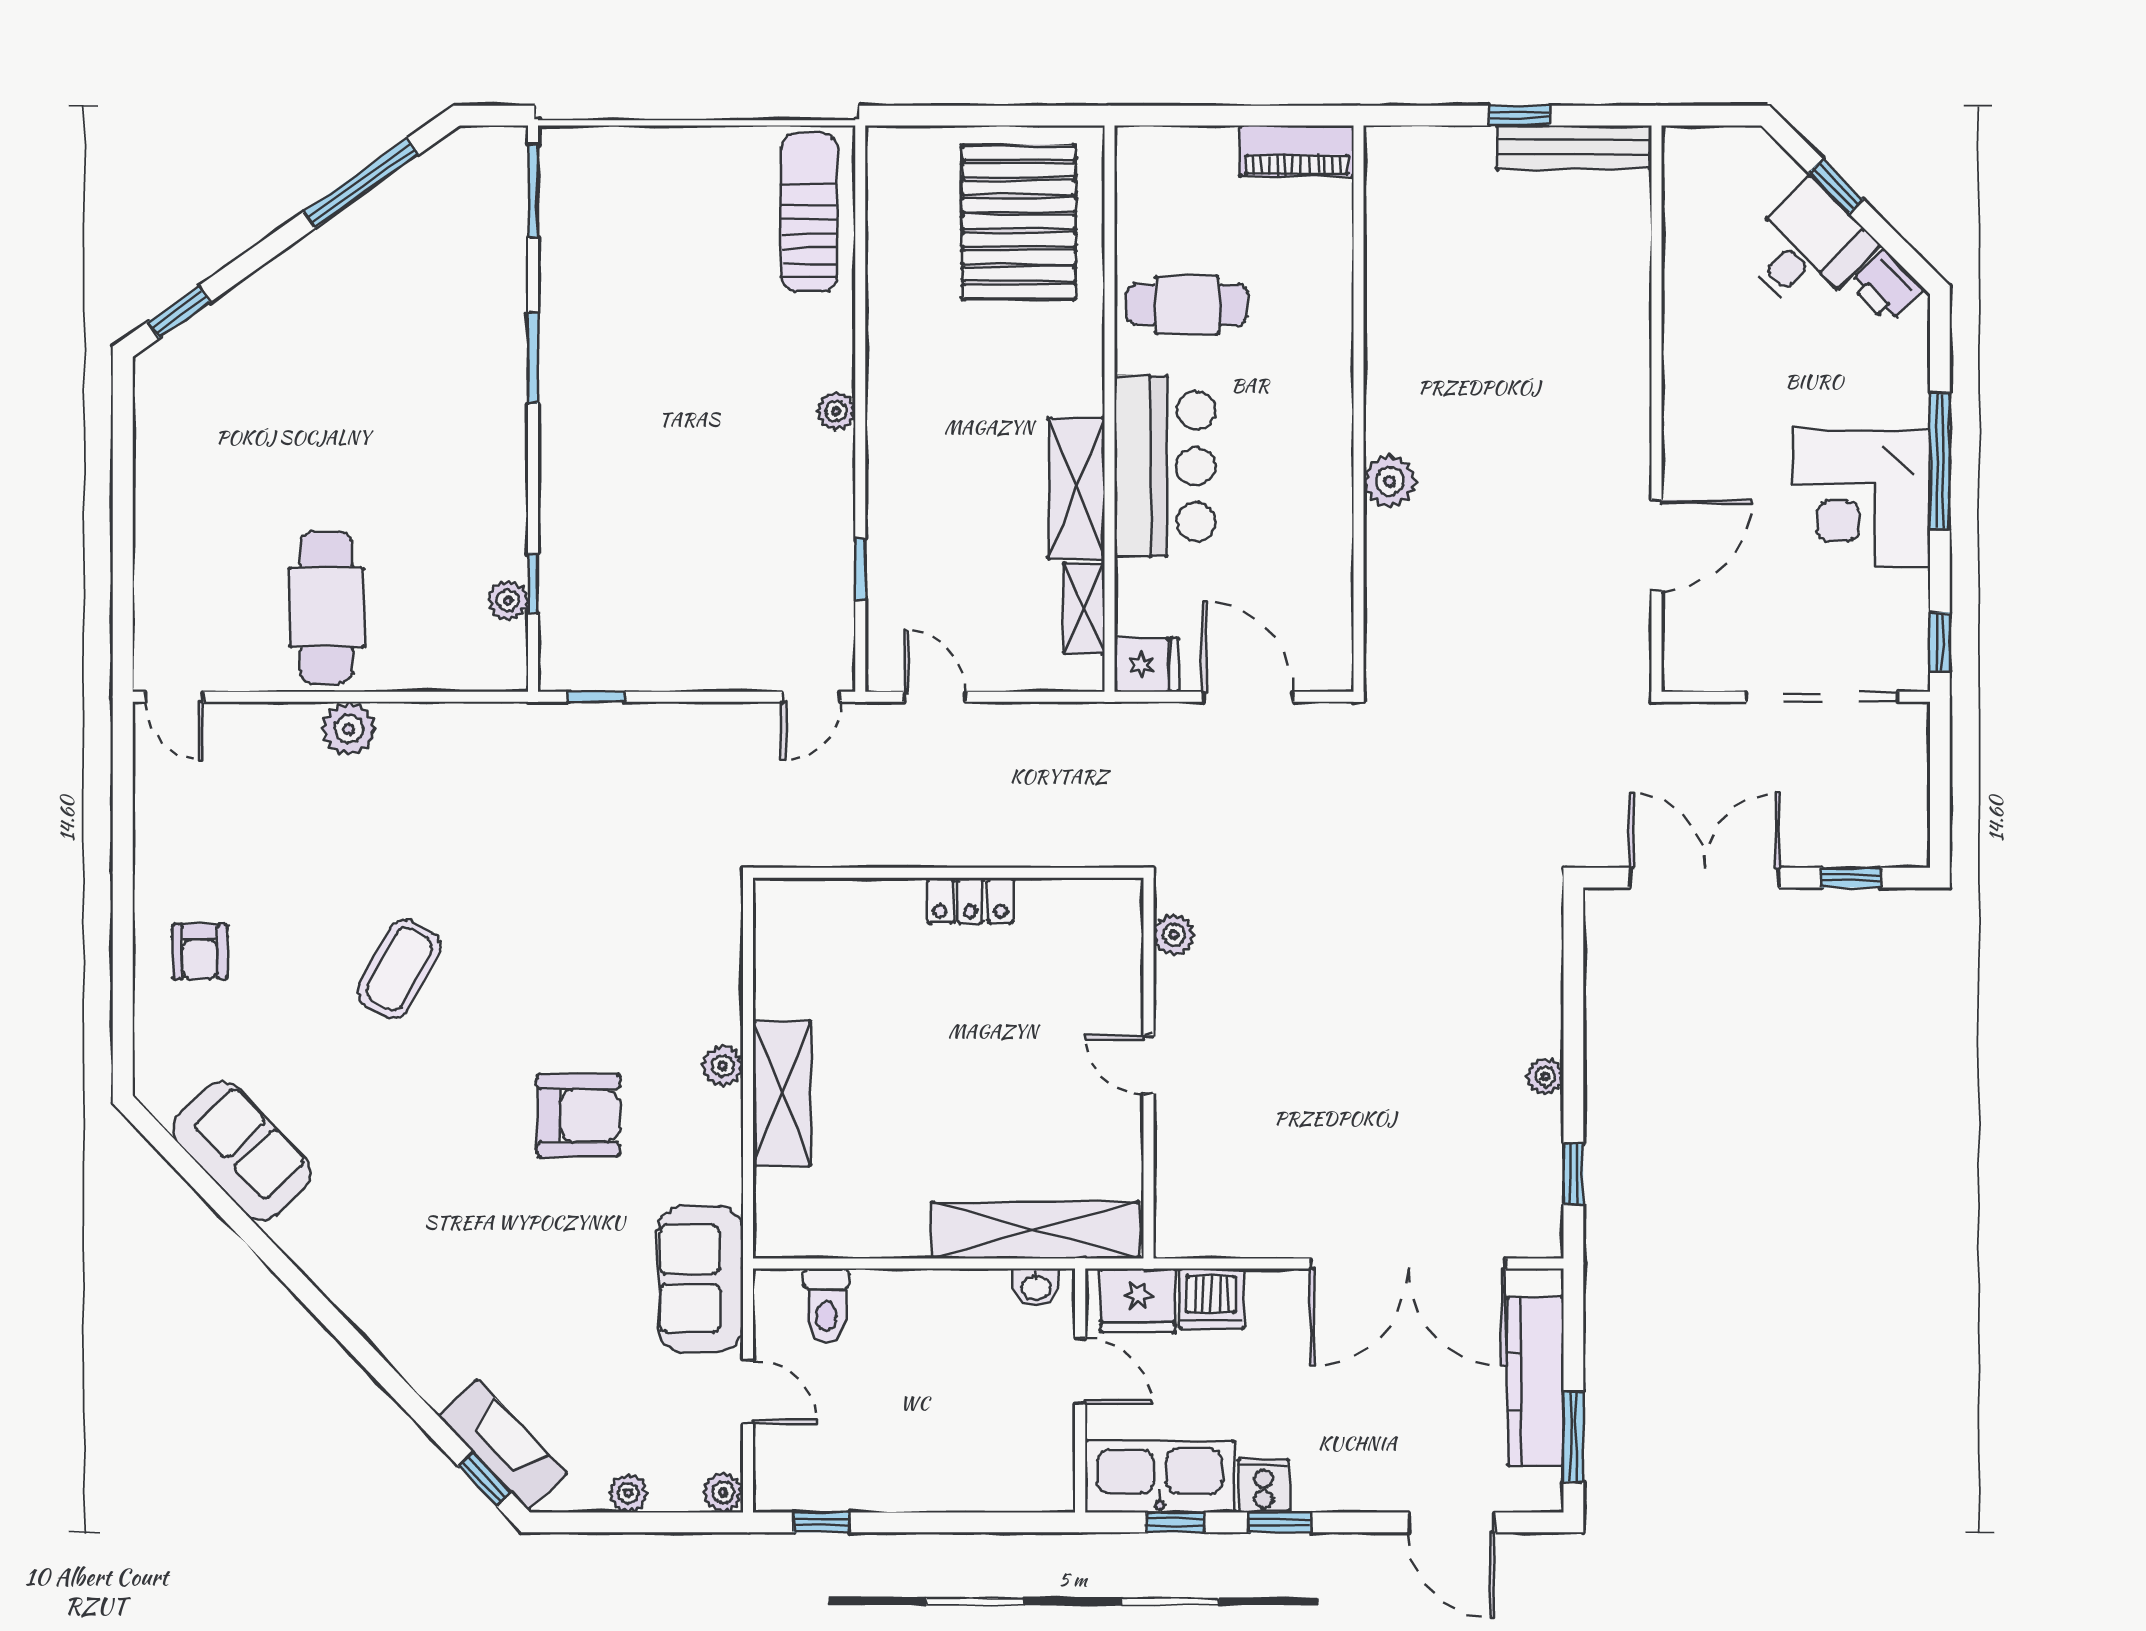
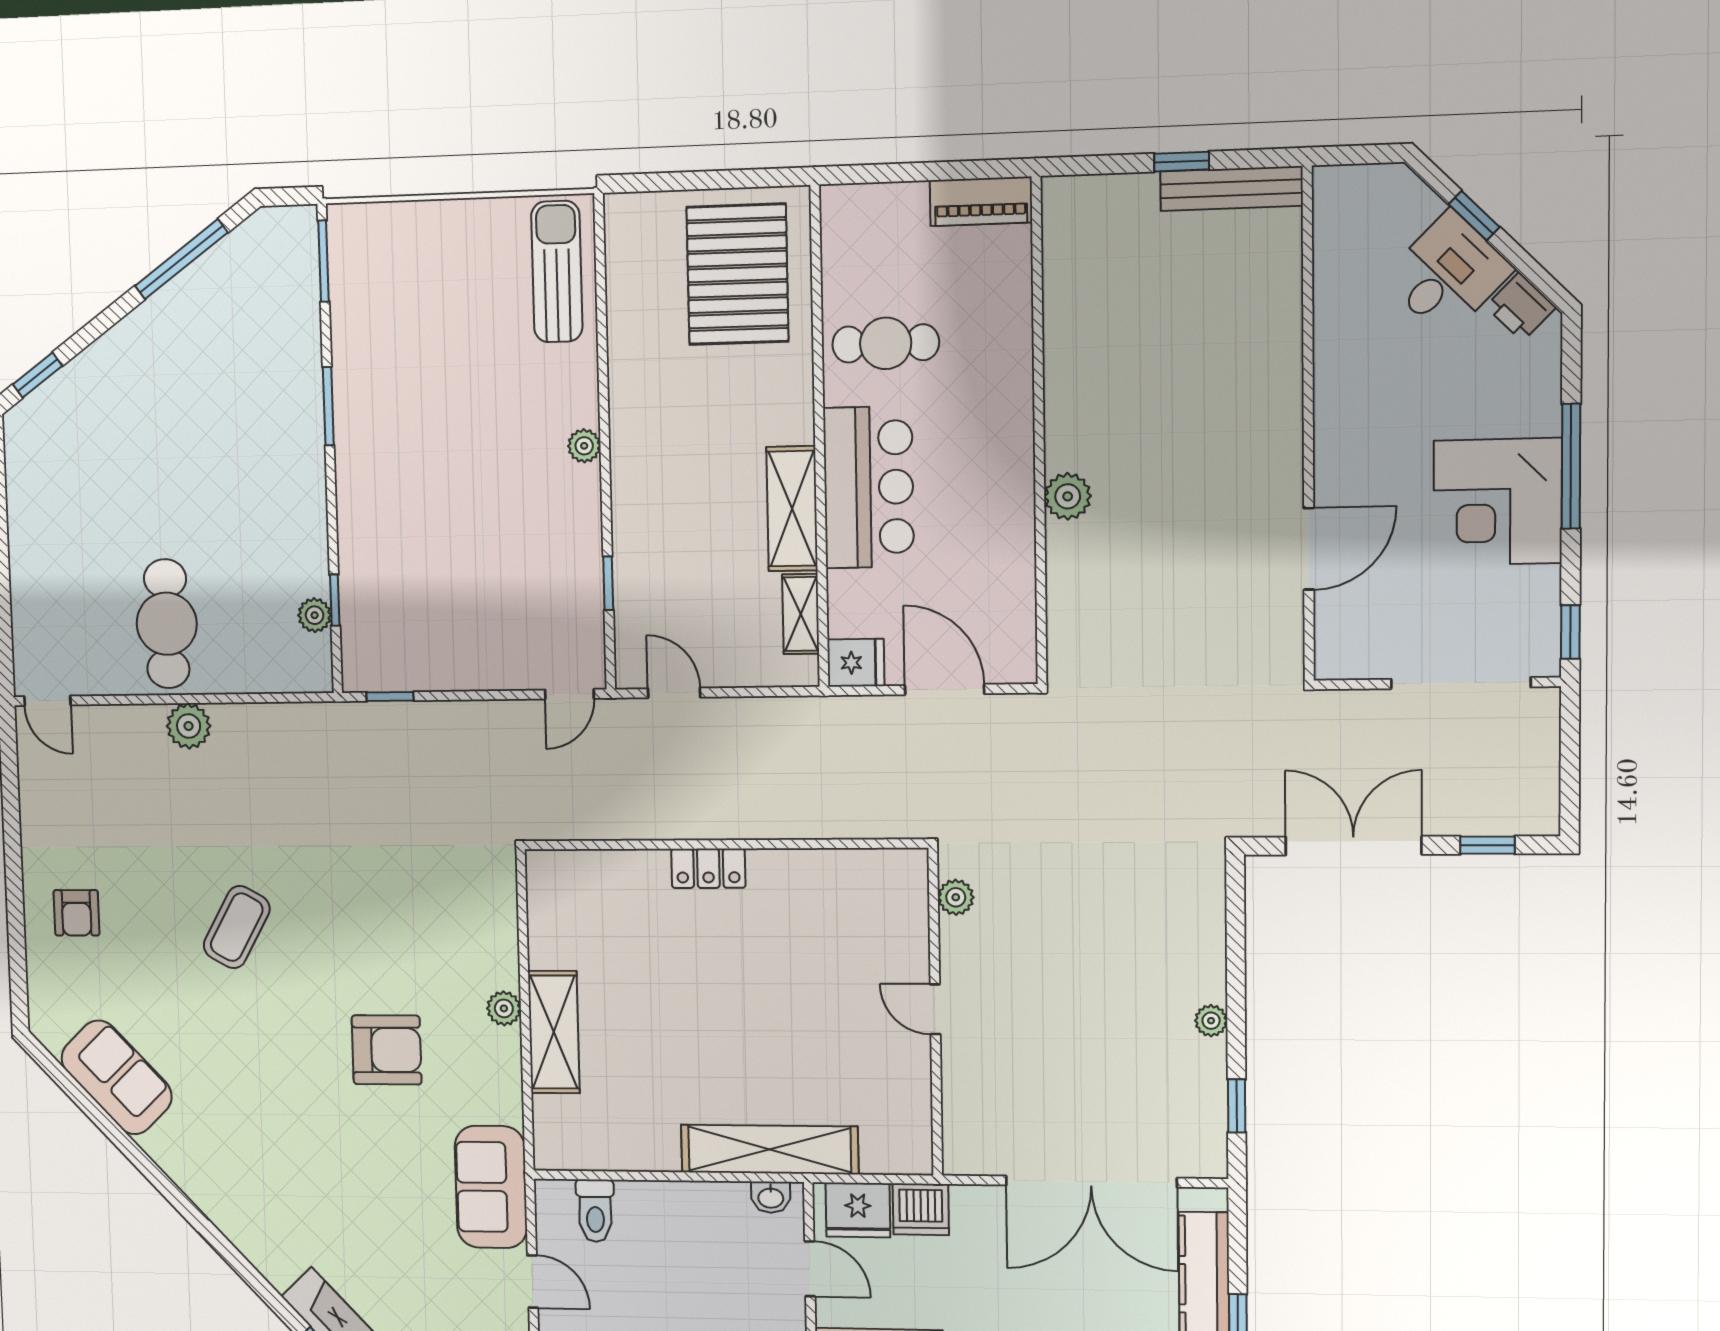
plant: (1174, 935) -> (956, 897), moved
door: (1149, 1064) -> (935, 1009), moved
wall: (1149, 1068) -> (935, 1012), moved

